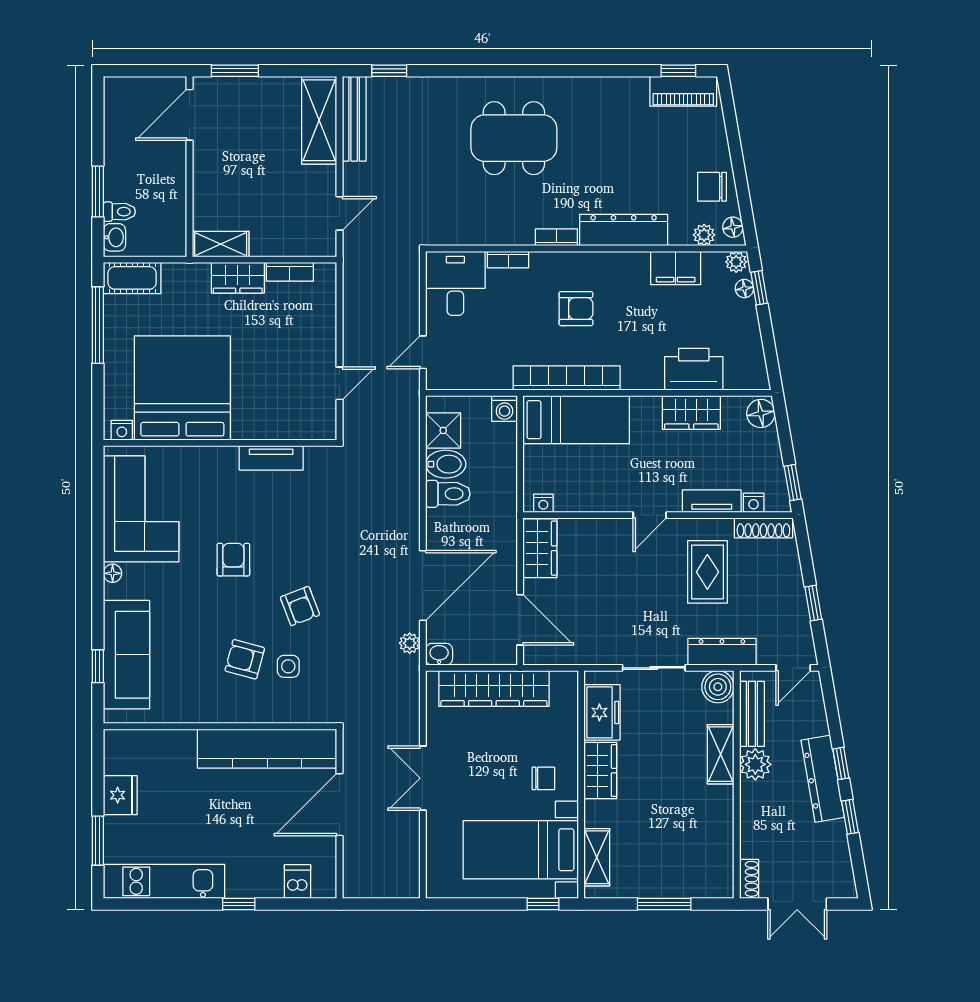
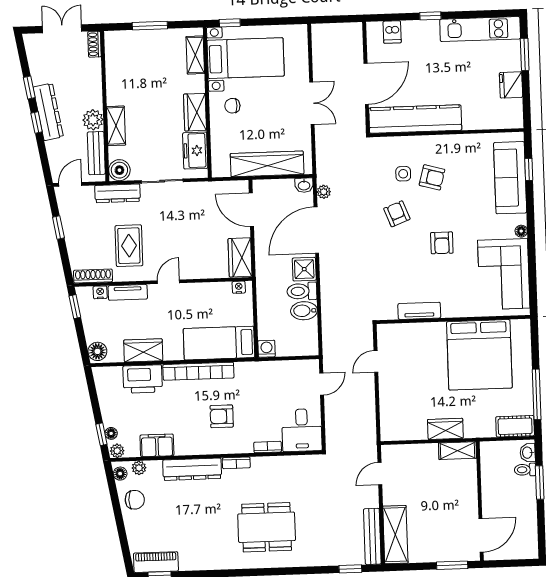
bookcase: (290, 272) -> (411, 434), removed
bookcase: (567, 378) -> (198, 371), moved
nightstand: (122, 430) -> (518, 326), removed
shower: (443, 430) -> (304, 269), moved

